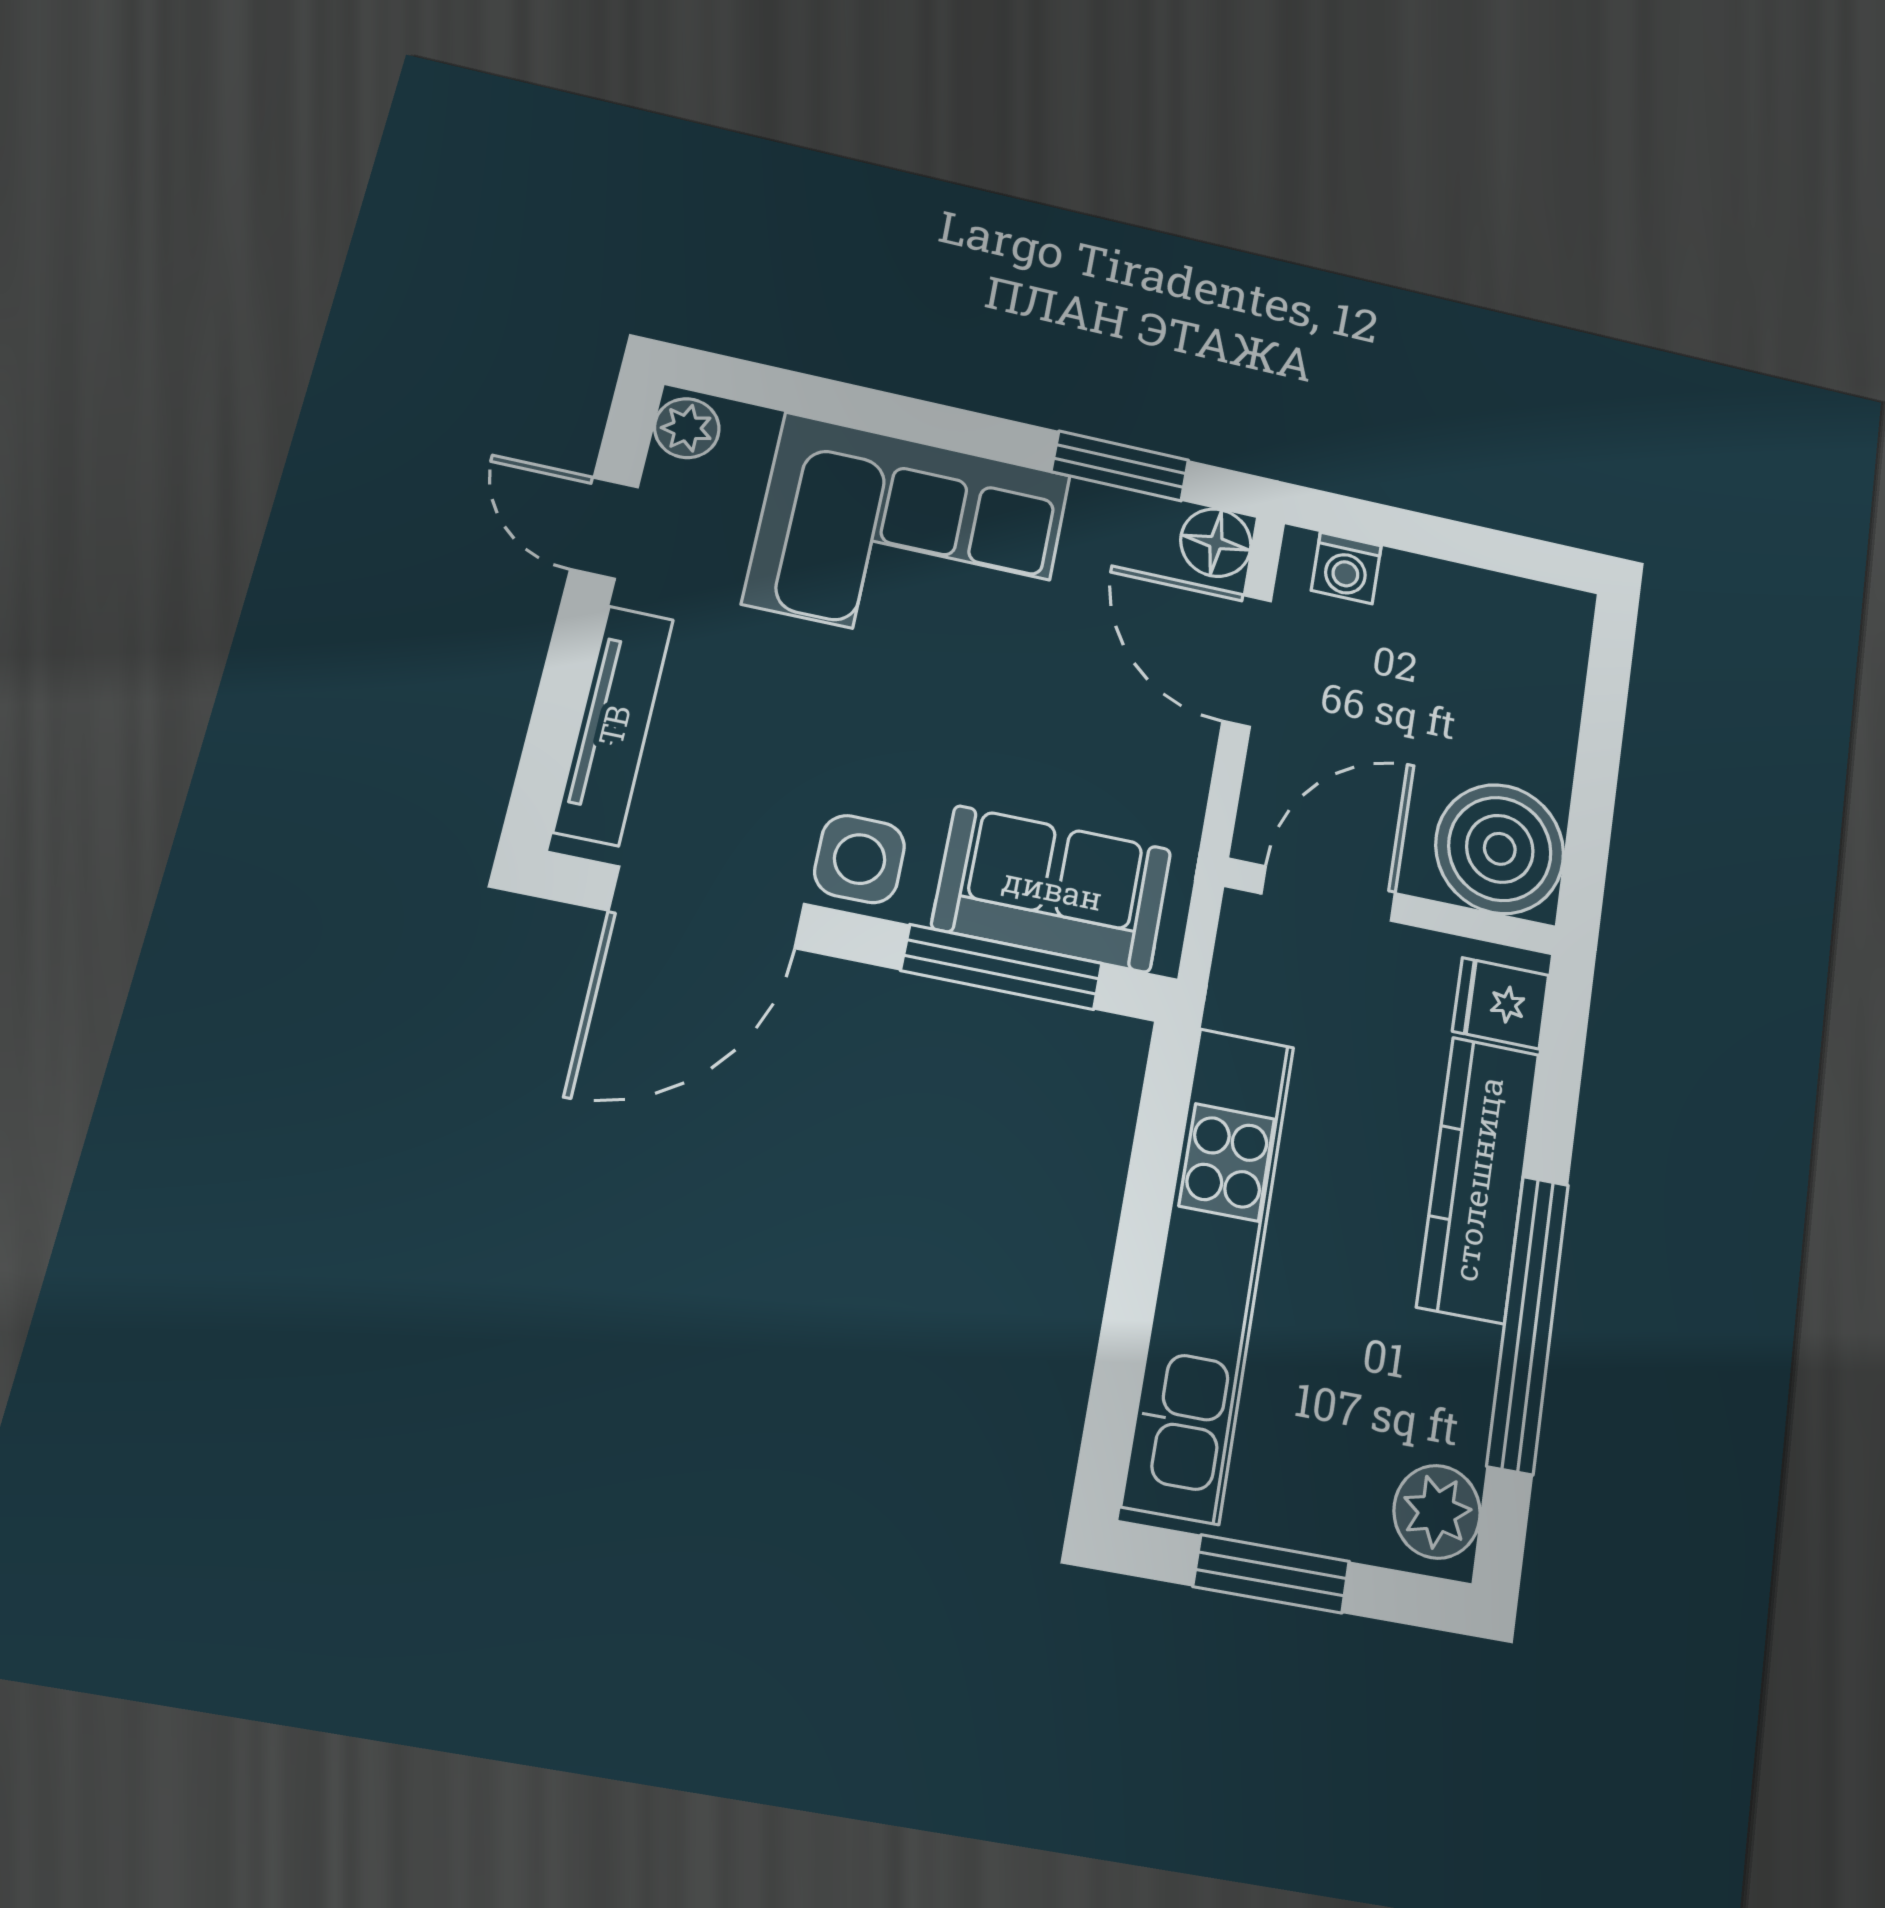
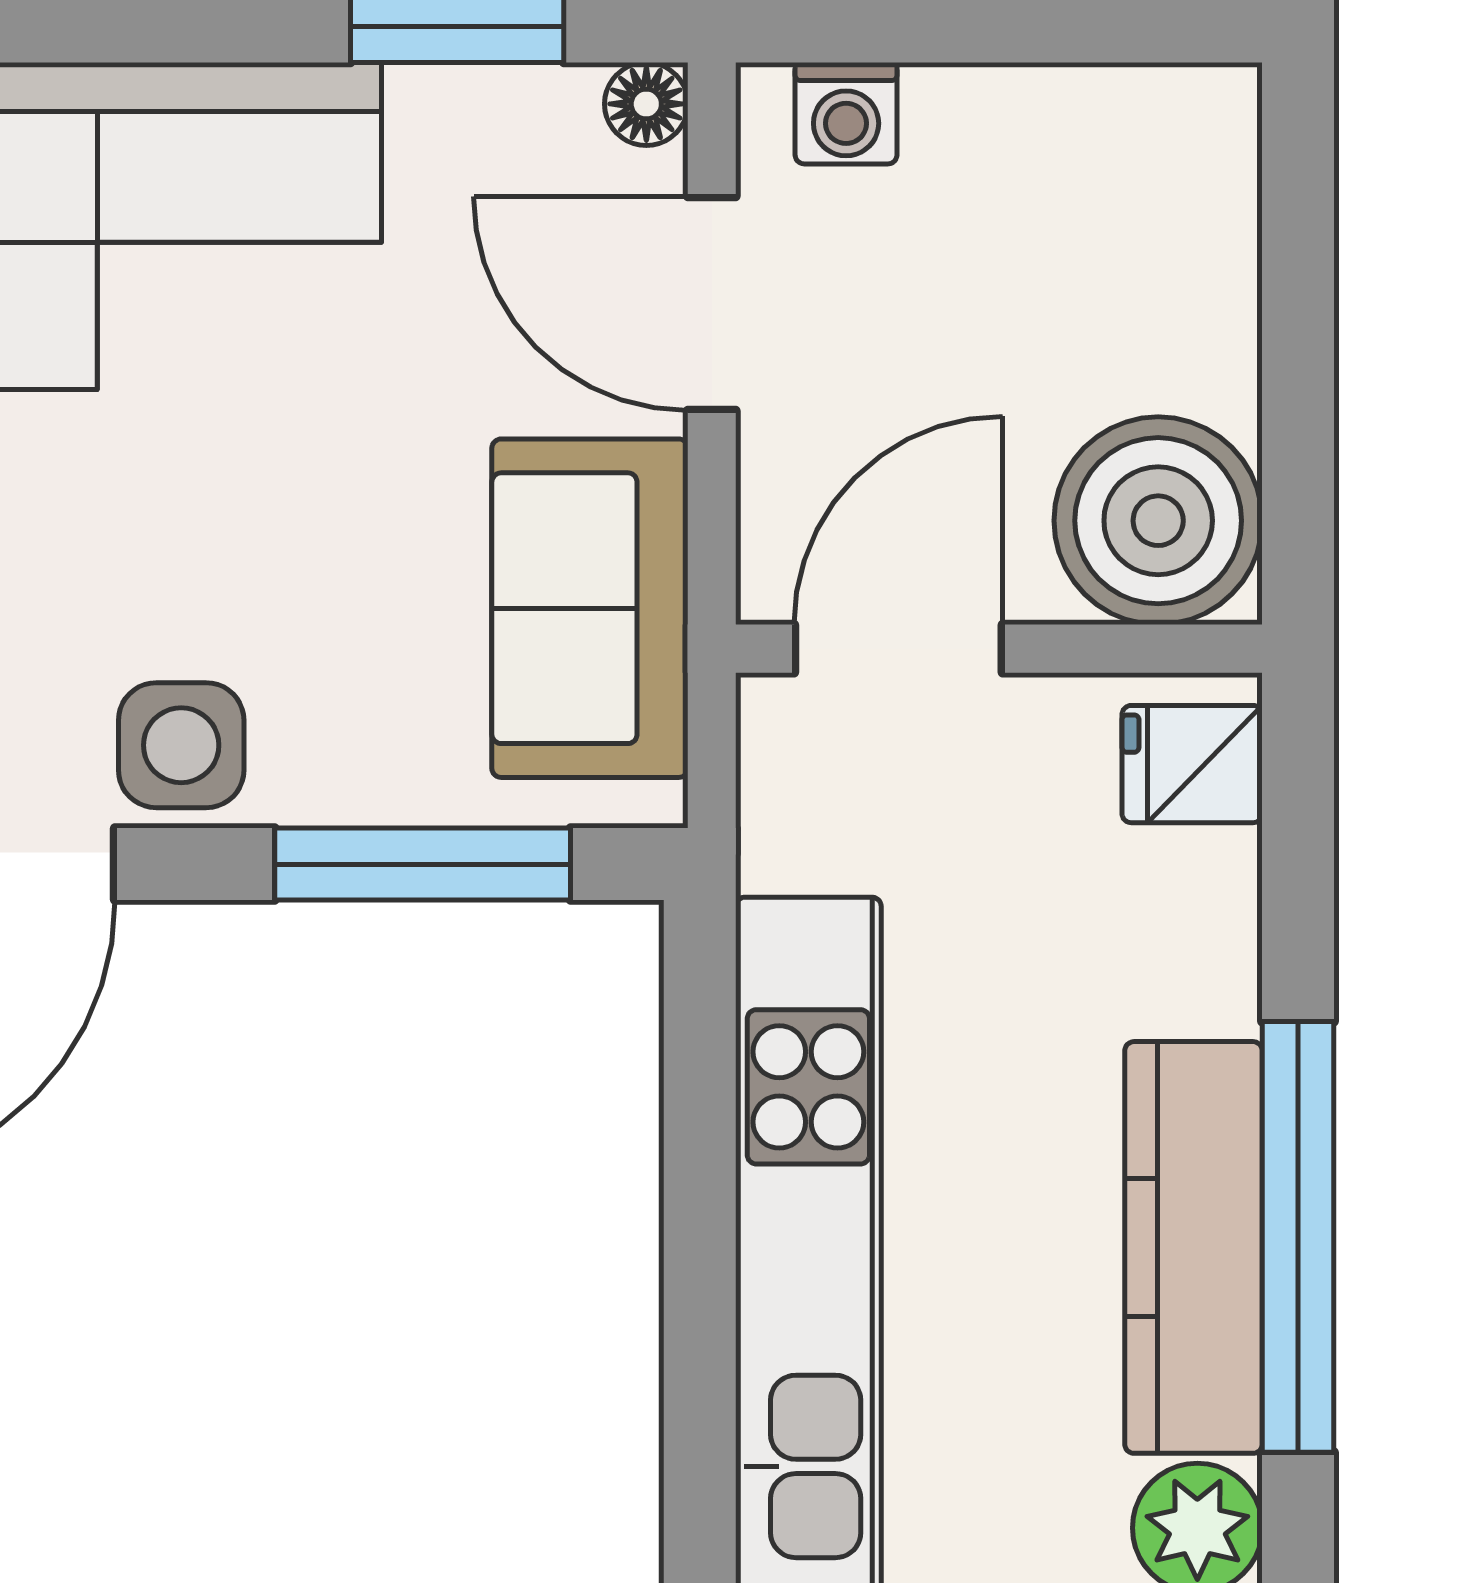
floor lamp: (1216, 543) -> (646, 104), width x0.73, depth x0.73
sofa: (1052, 889) -> (590, 608), moved, turned -90
kitchen counter: (1478, 1179) -> (1194, 1247), moved

